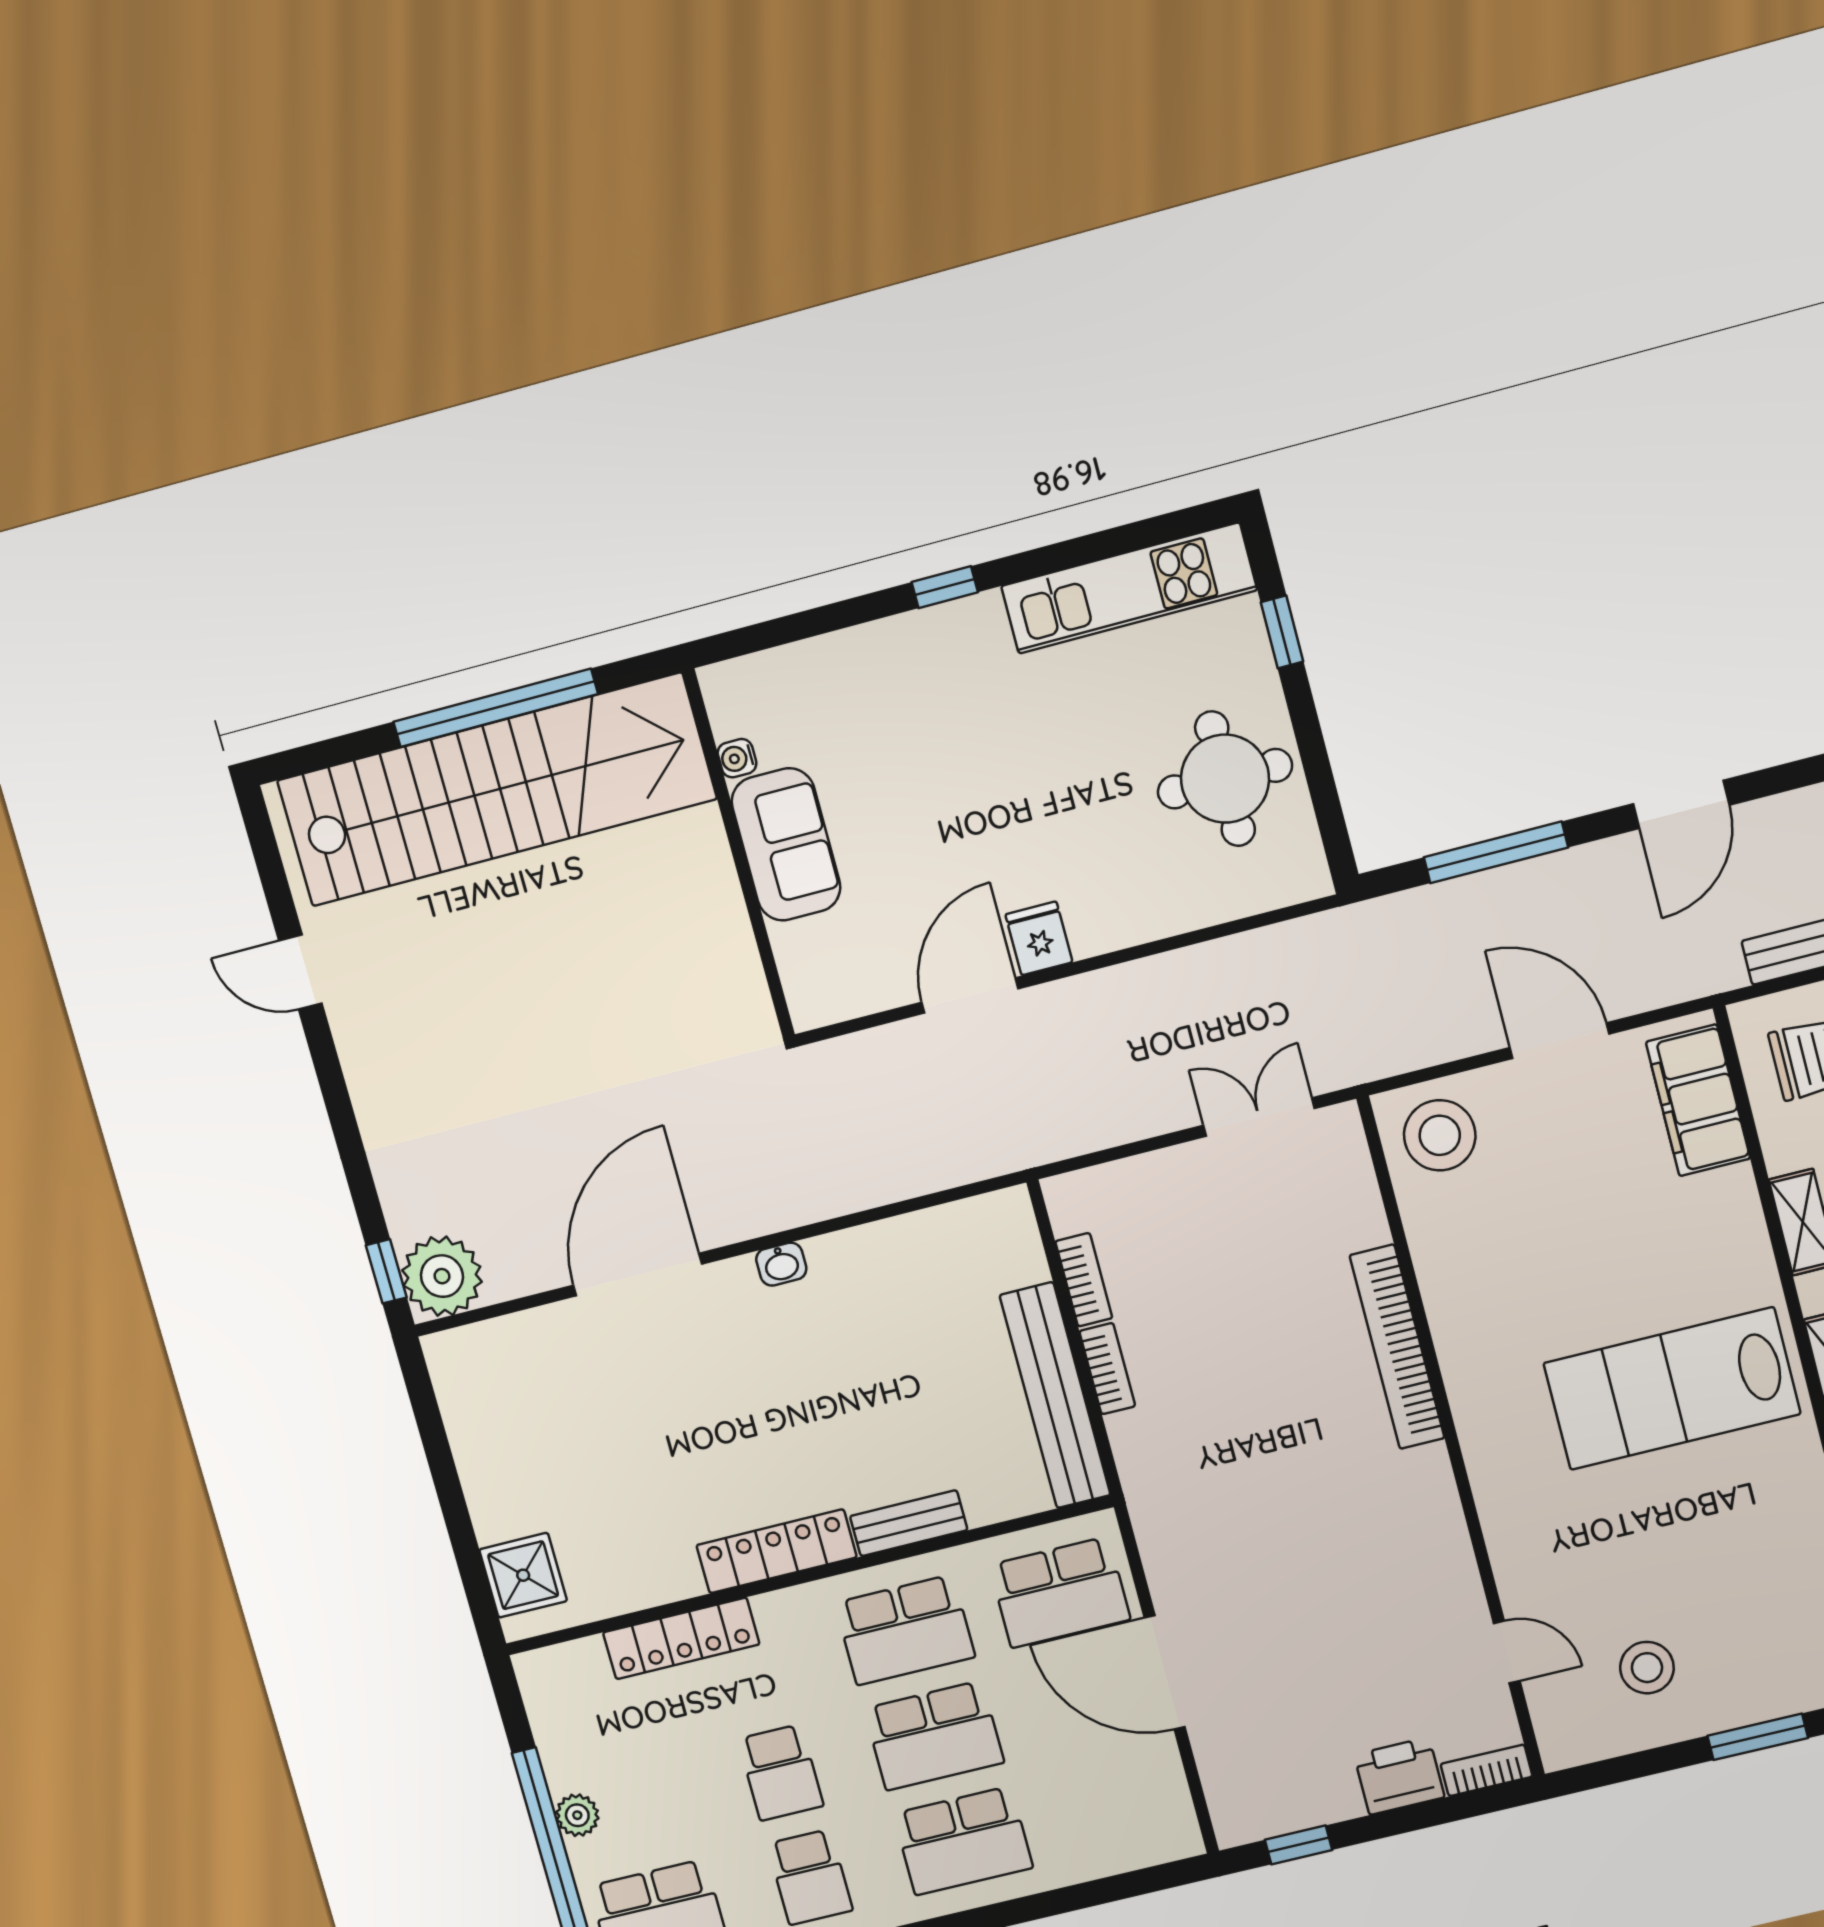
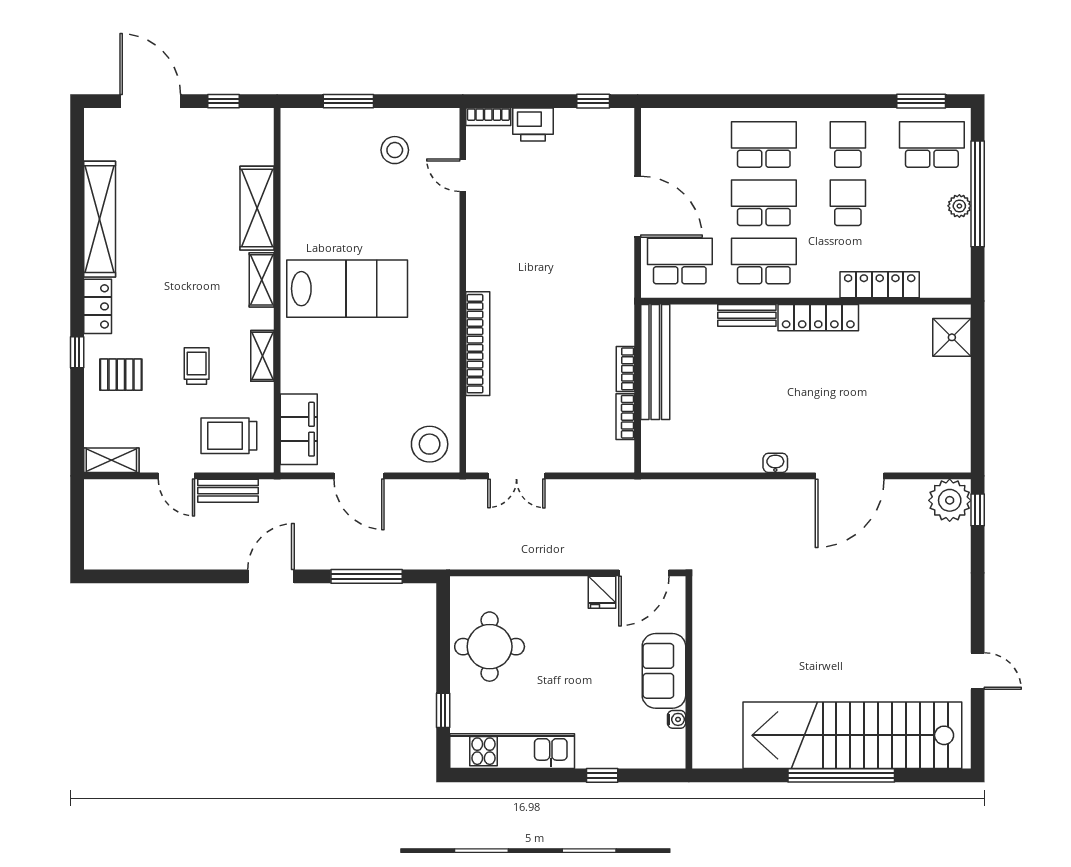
water cooler: (737, 758) -> (677, 719), moved
sofa: (786, 844) -> (664, 671), moved
wall: (739, 854) -> (689, 672), moved

